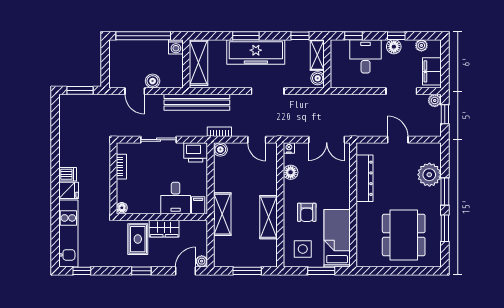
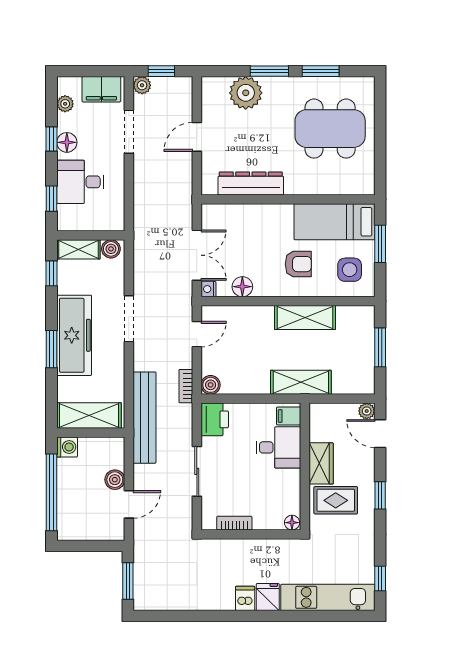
double door: (327, 140) -> (197, 255), moved

